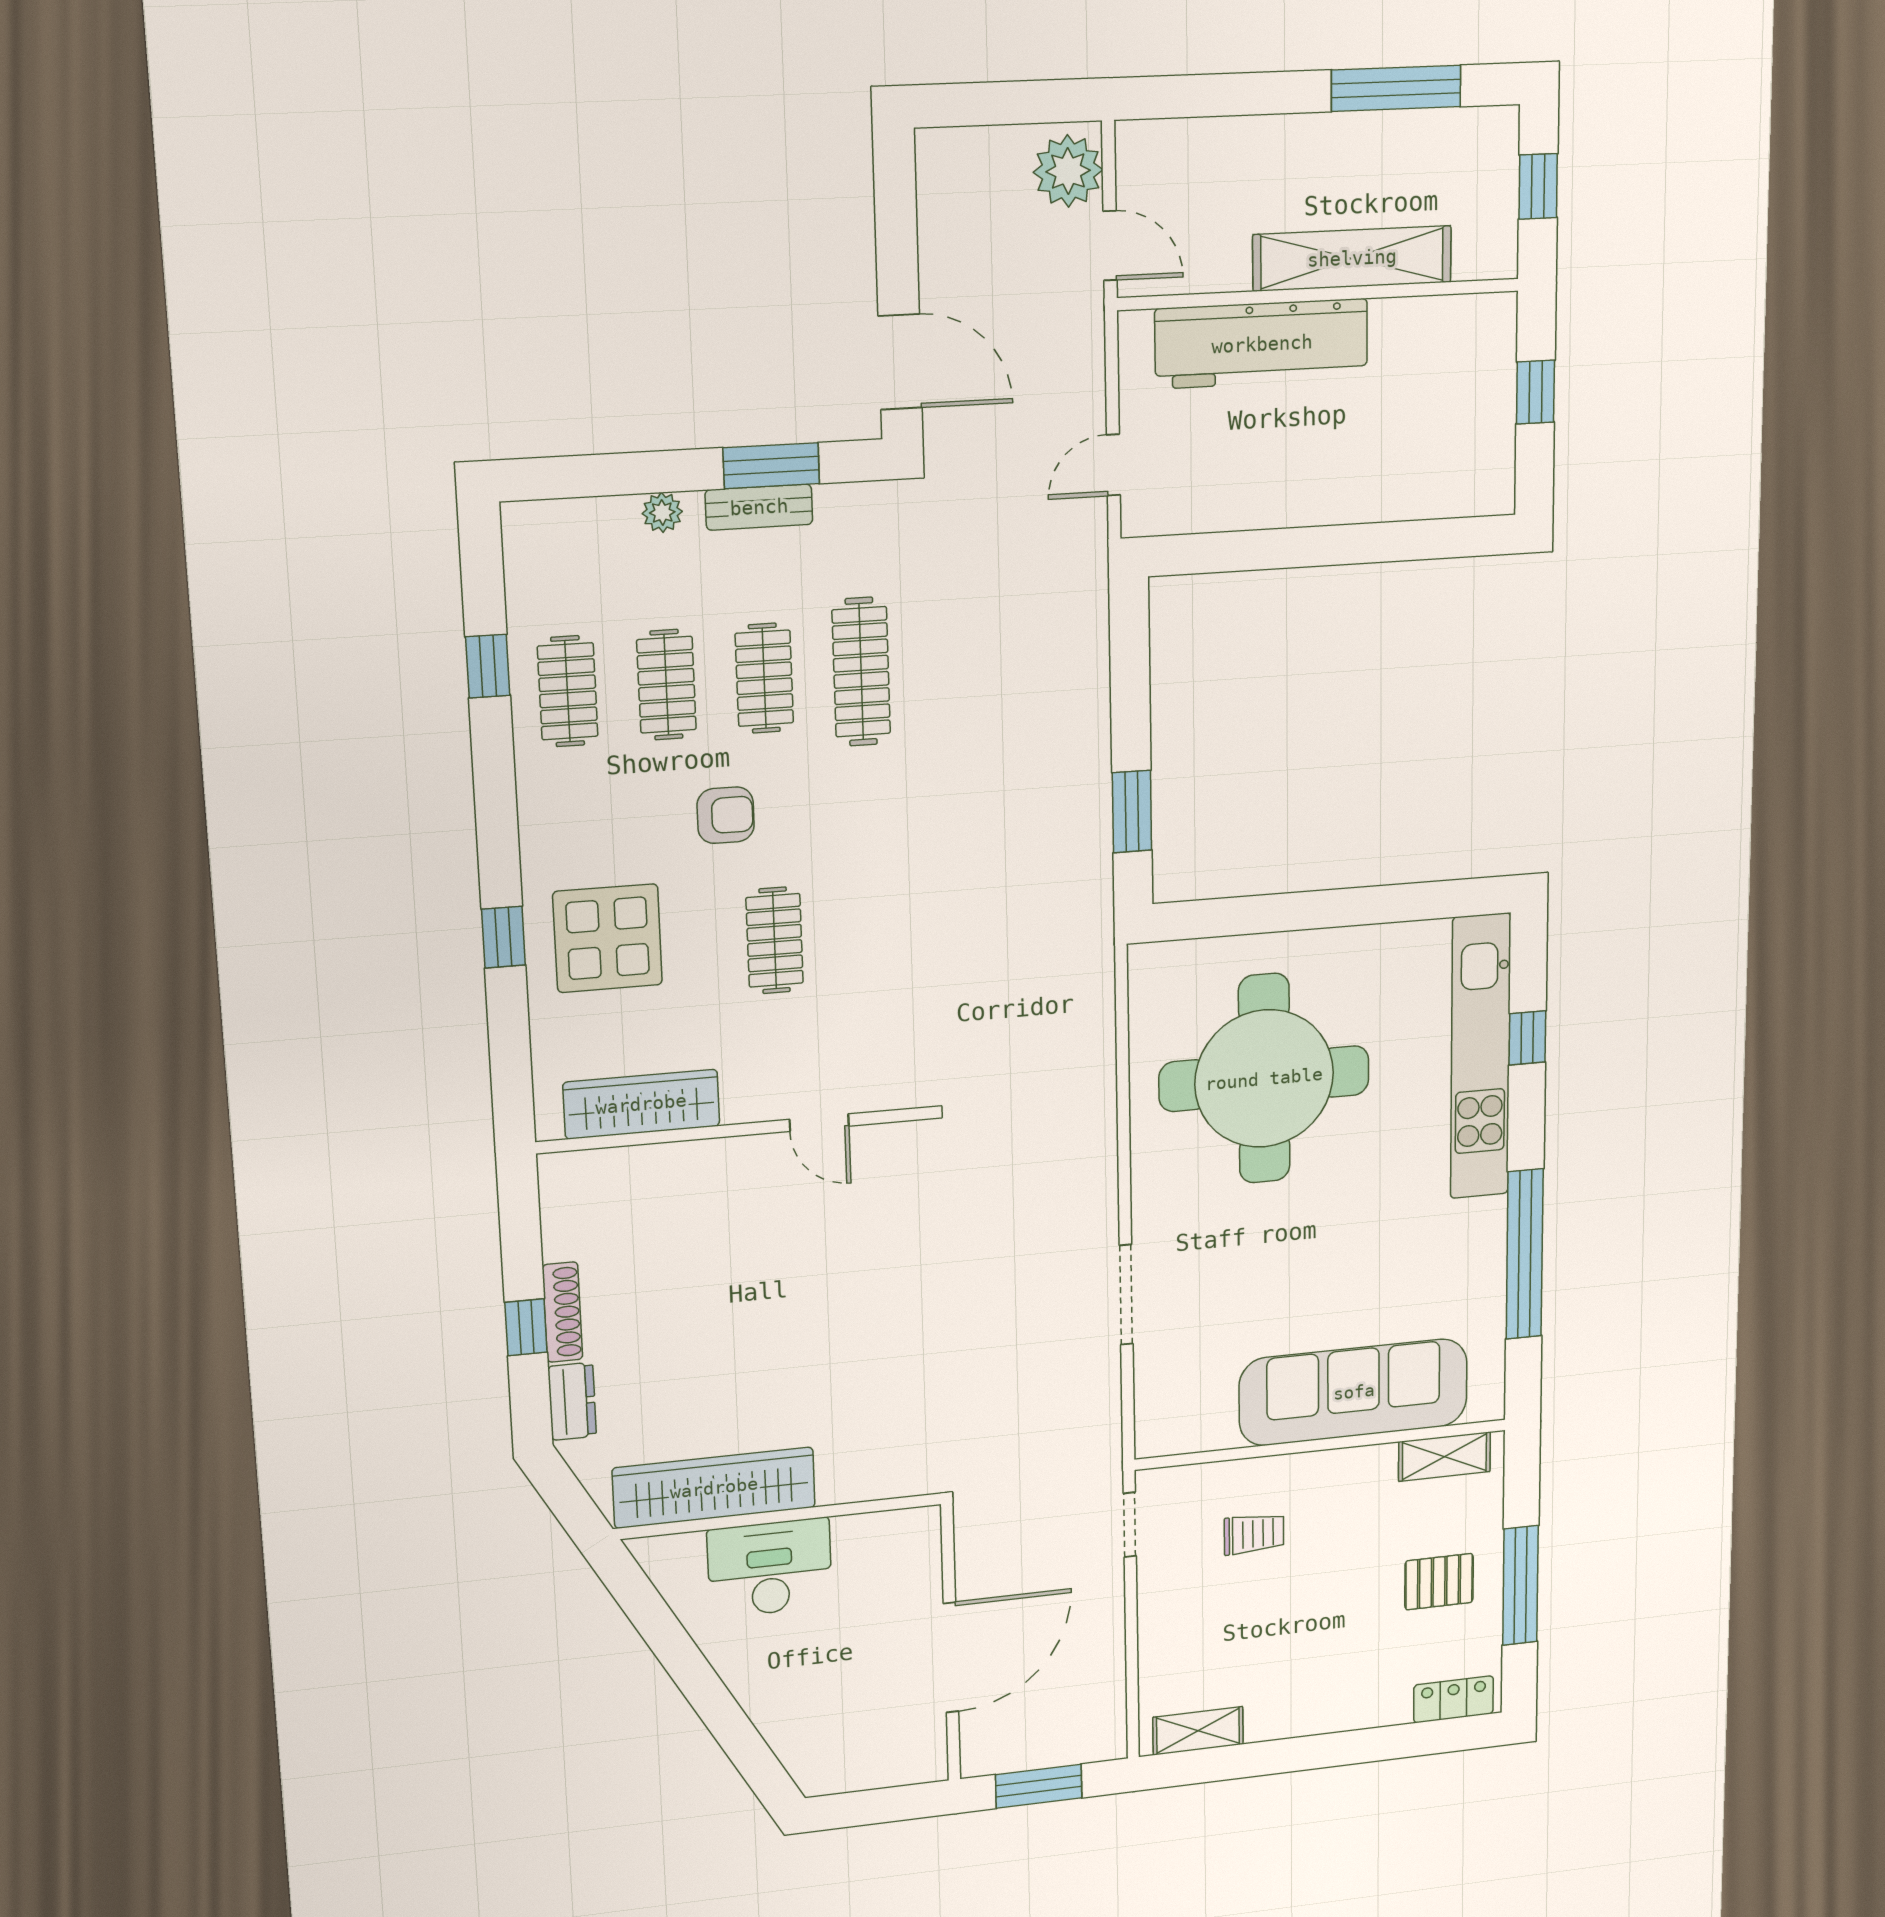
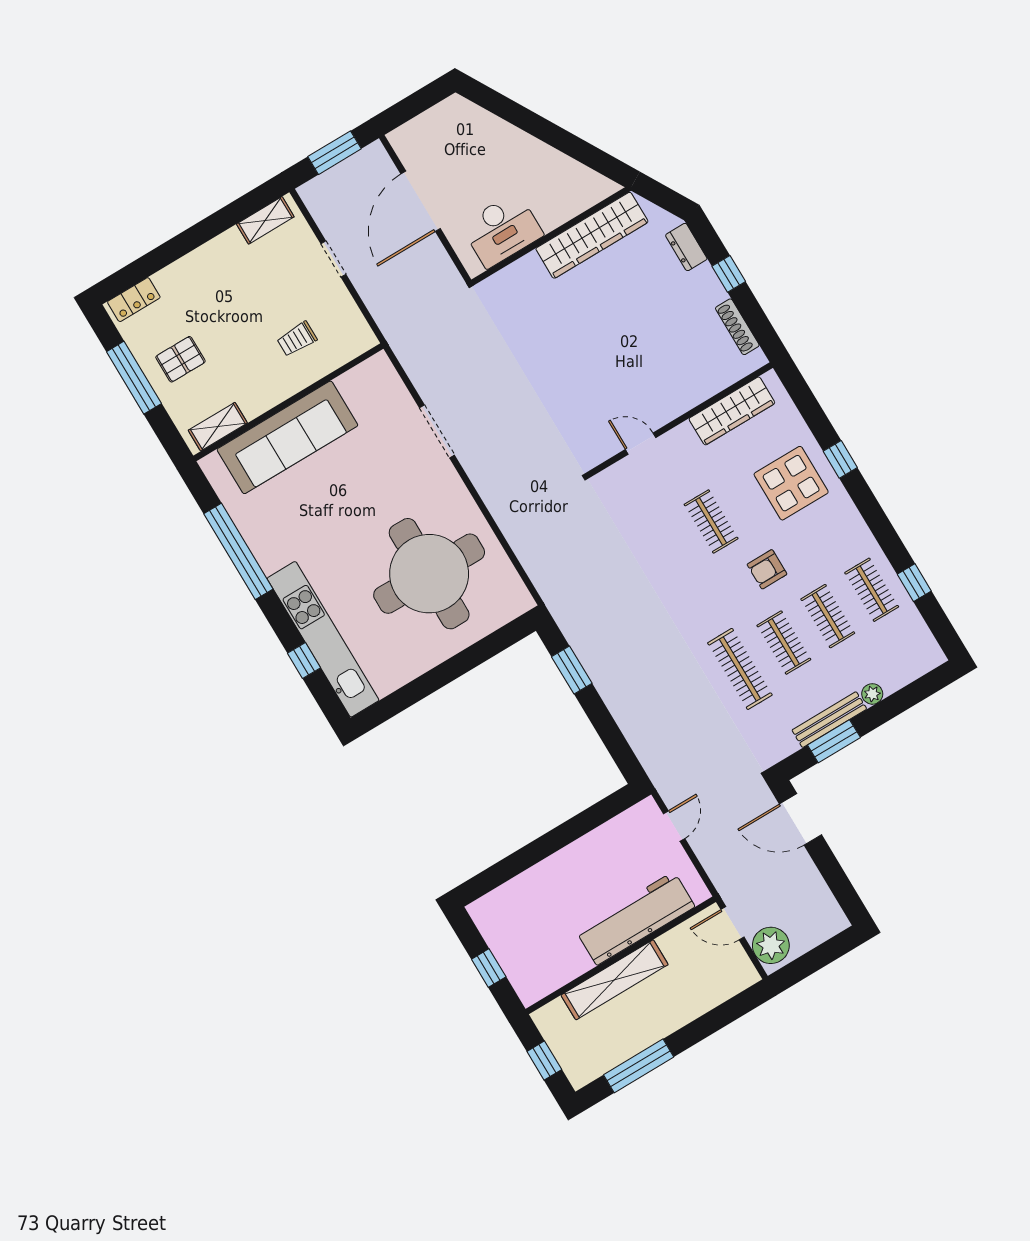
bench: (759, 507) -> (829, 720), width x1.36
shoe rack: (562, 1312) -> (737, 327), moved
doorway: (1130, 1525) -> (333, 259), moved
desk: (770, 1568) -> (502, 230), moved

